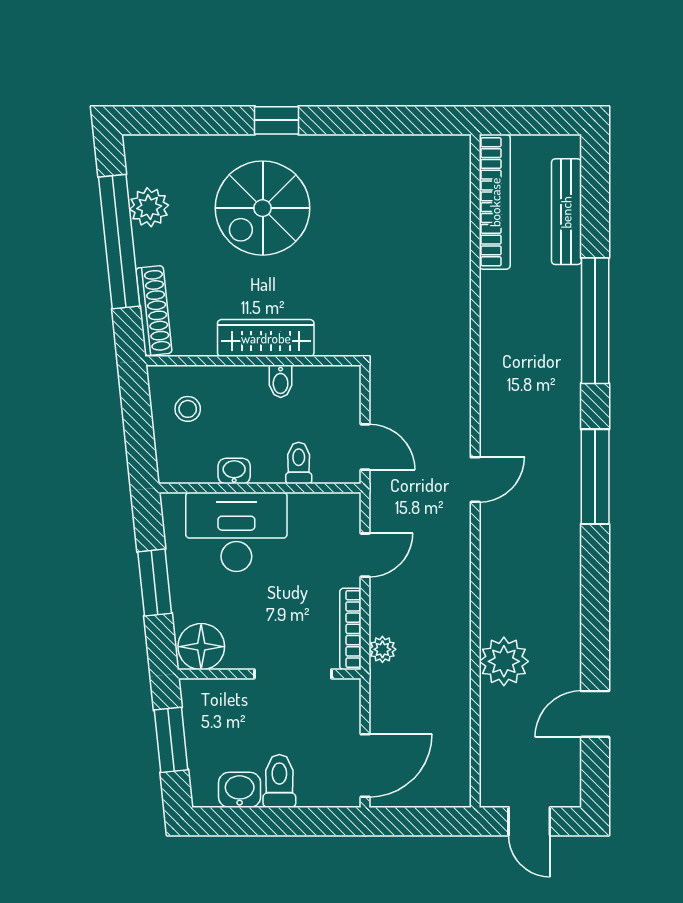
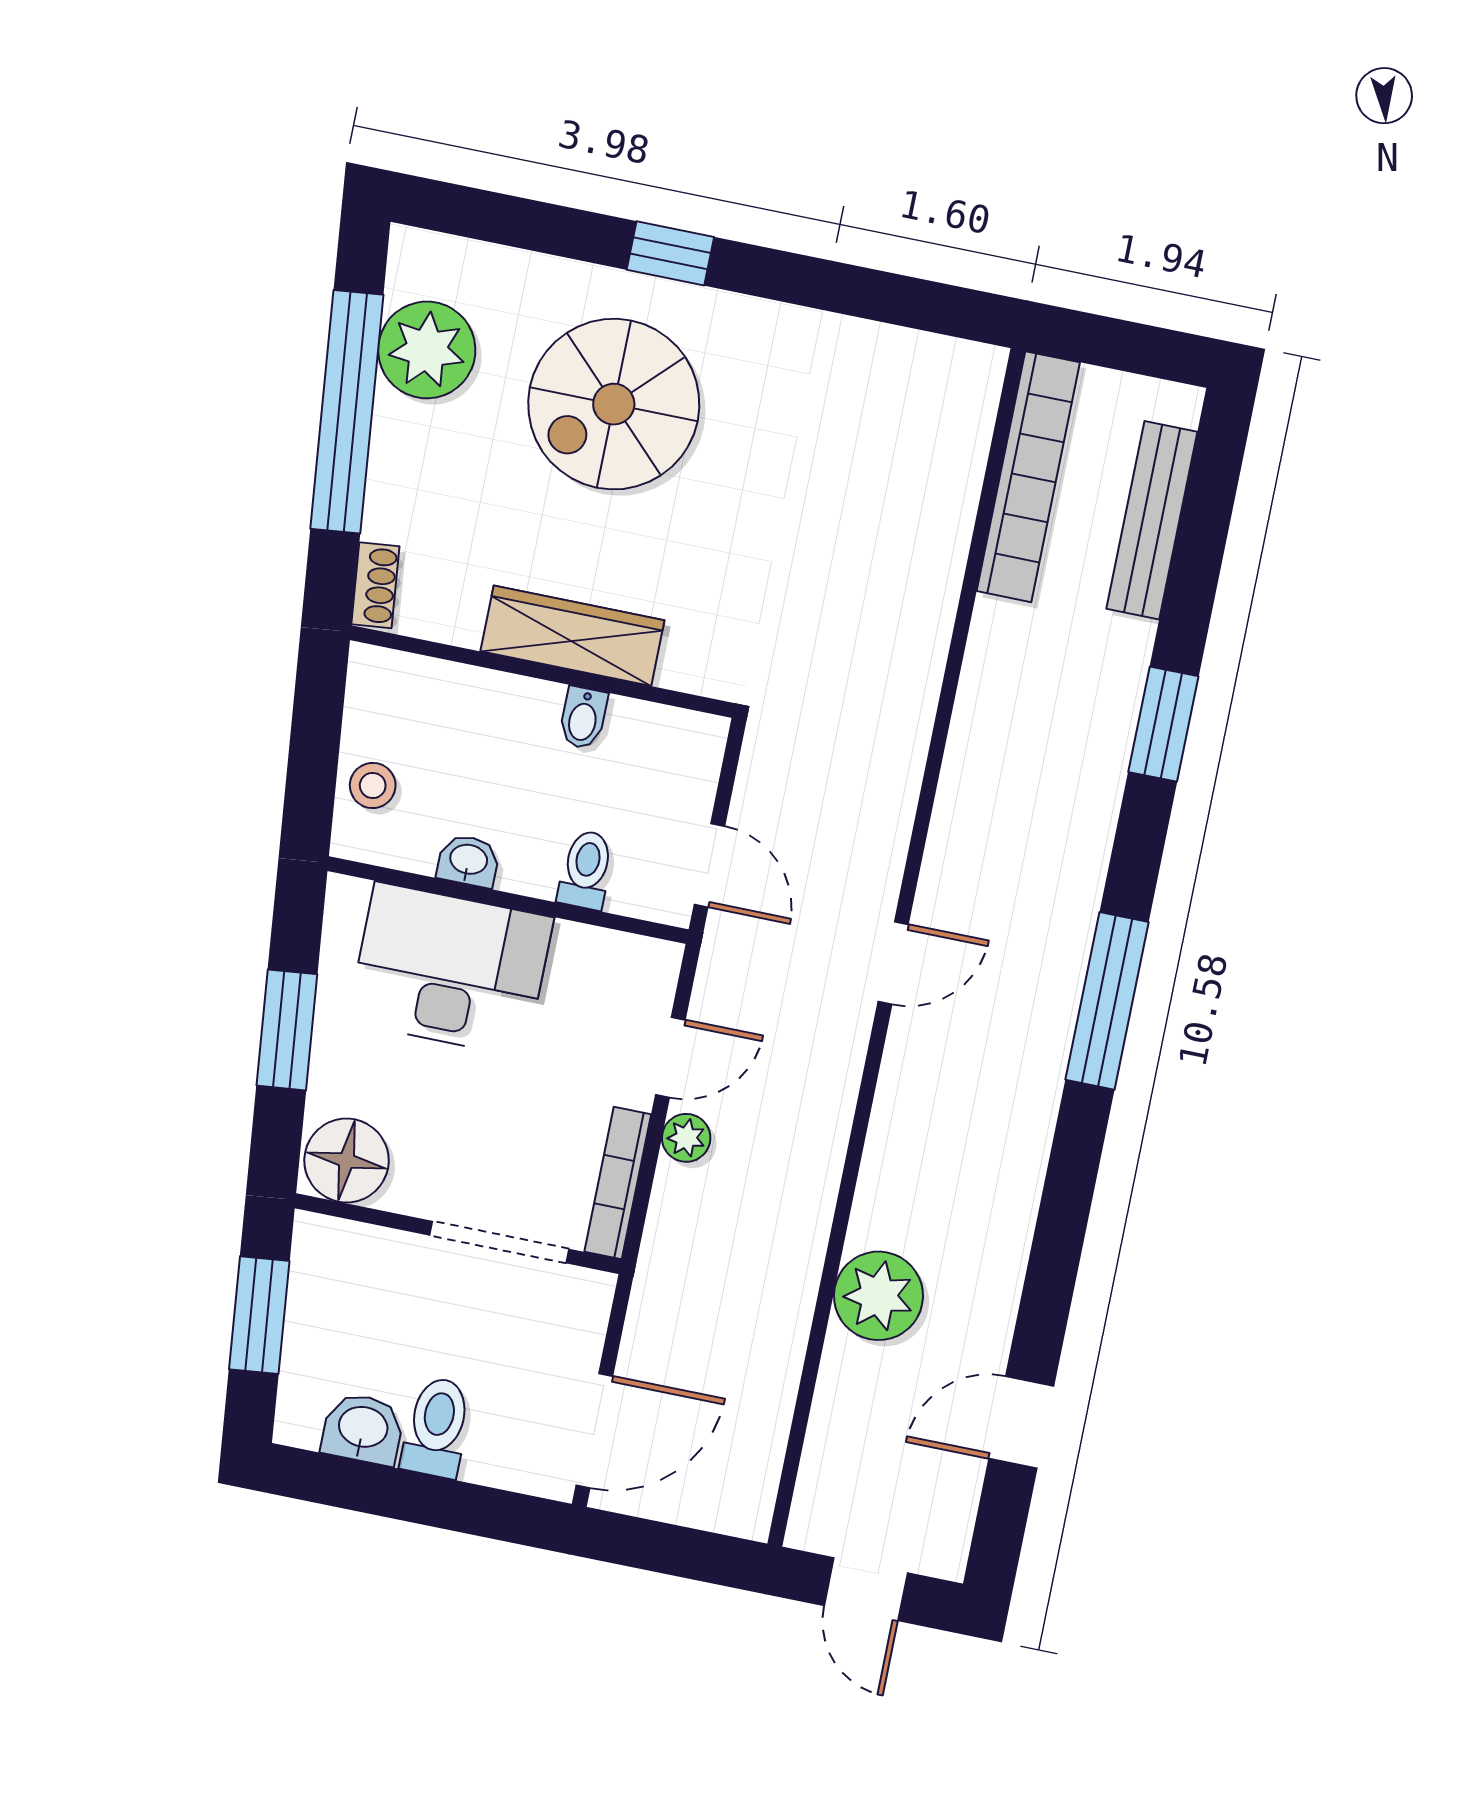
plant: (149, 207) -> (427, 350), width x1.36, depth x1.36
shoe rack: (154, 311) -> (375, 585), width x0.51, depth x0.81
window: (595, 321) -> (1163, 724), width x0.47
stool: (188, 409) -> (373, 785), moved
plant: (382, 649) -> (686, 1138), moved

